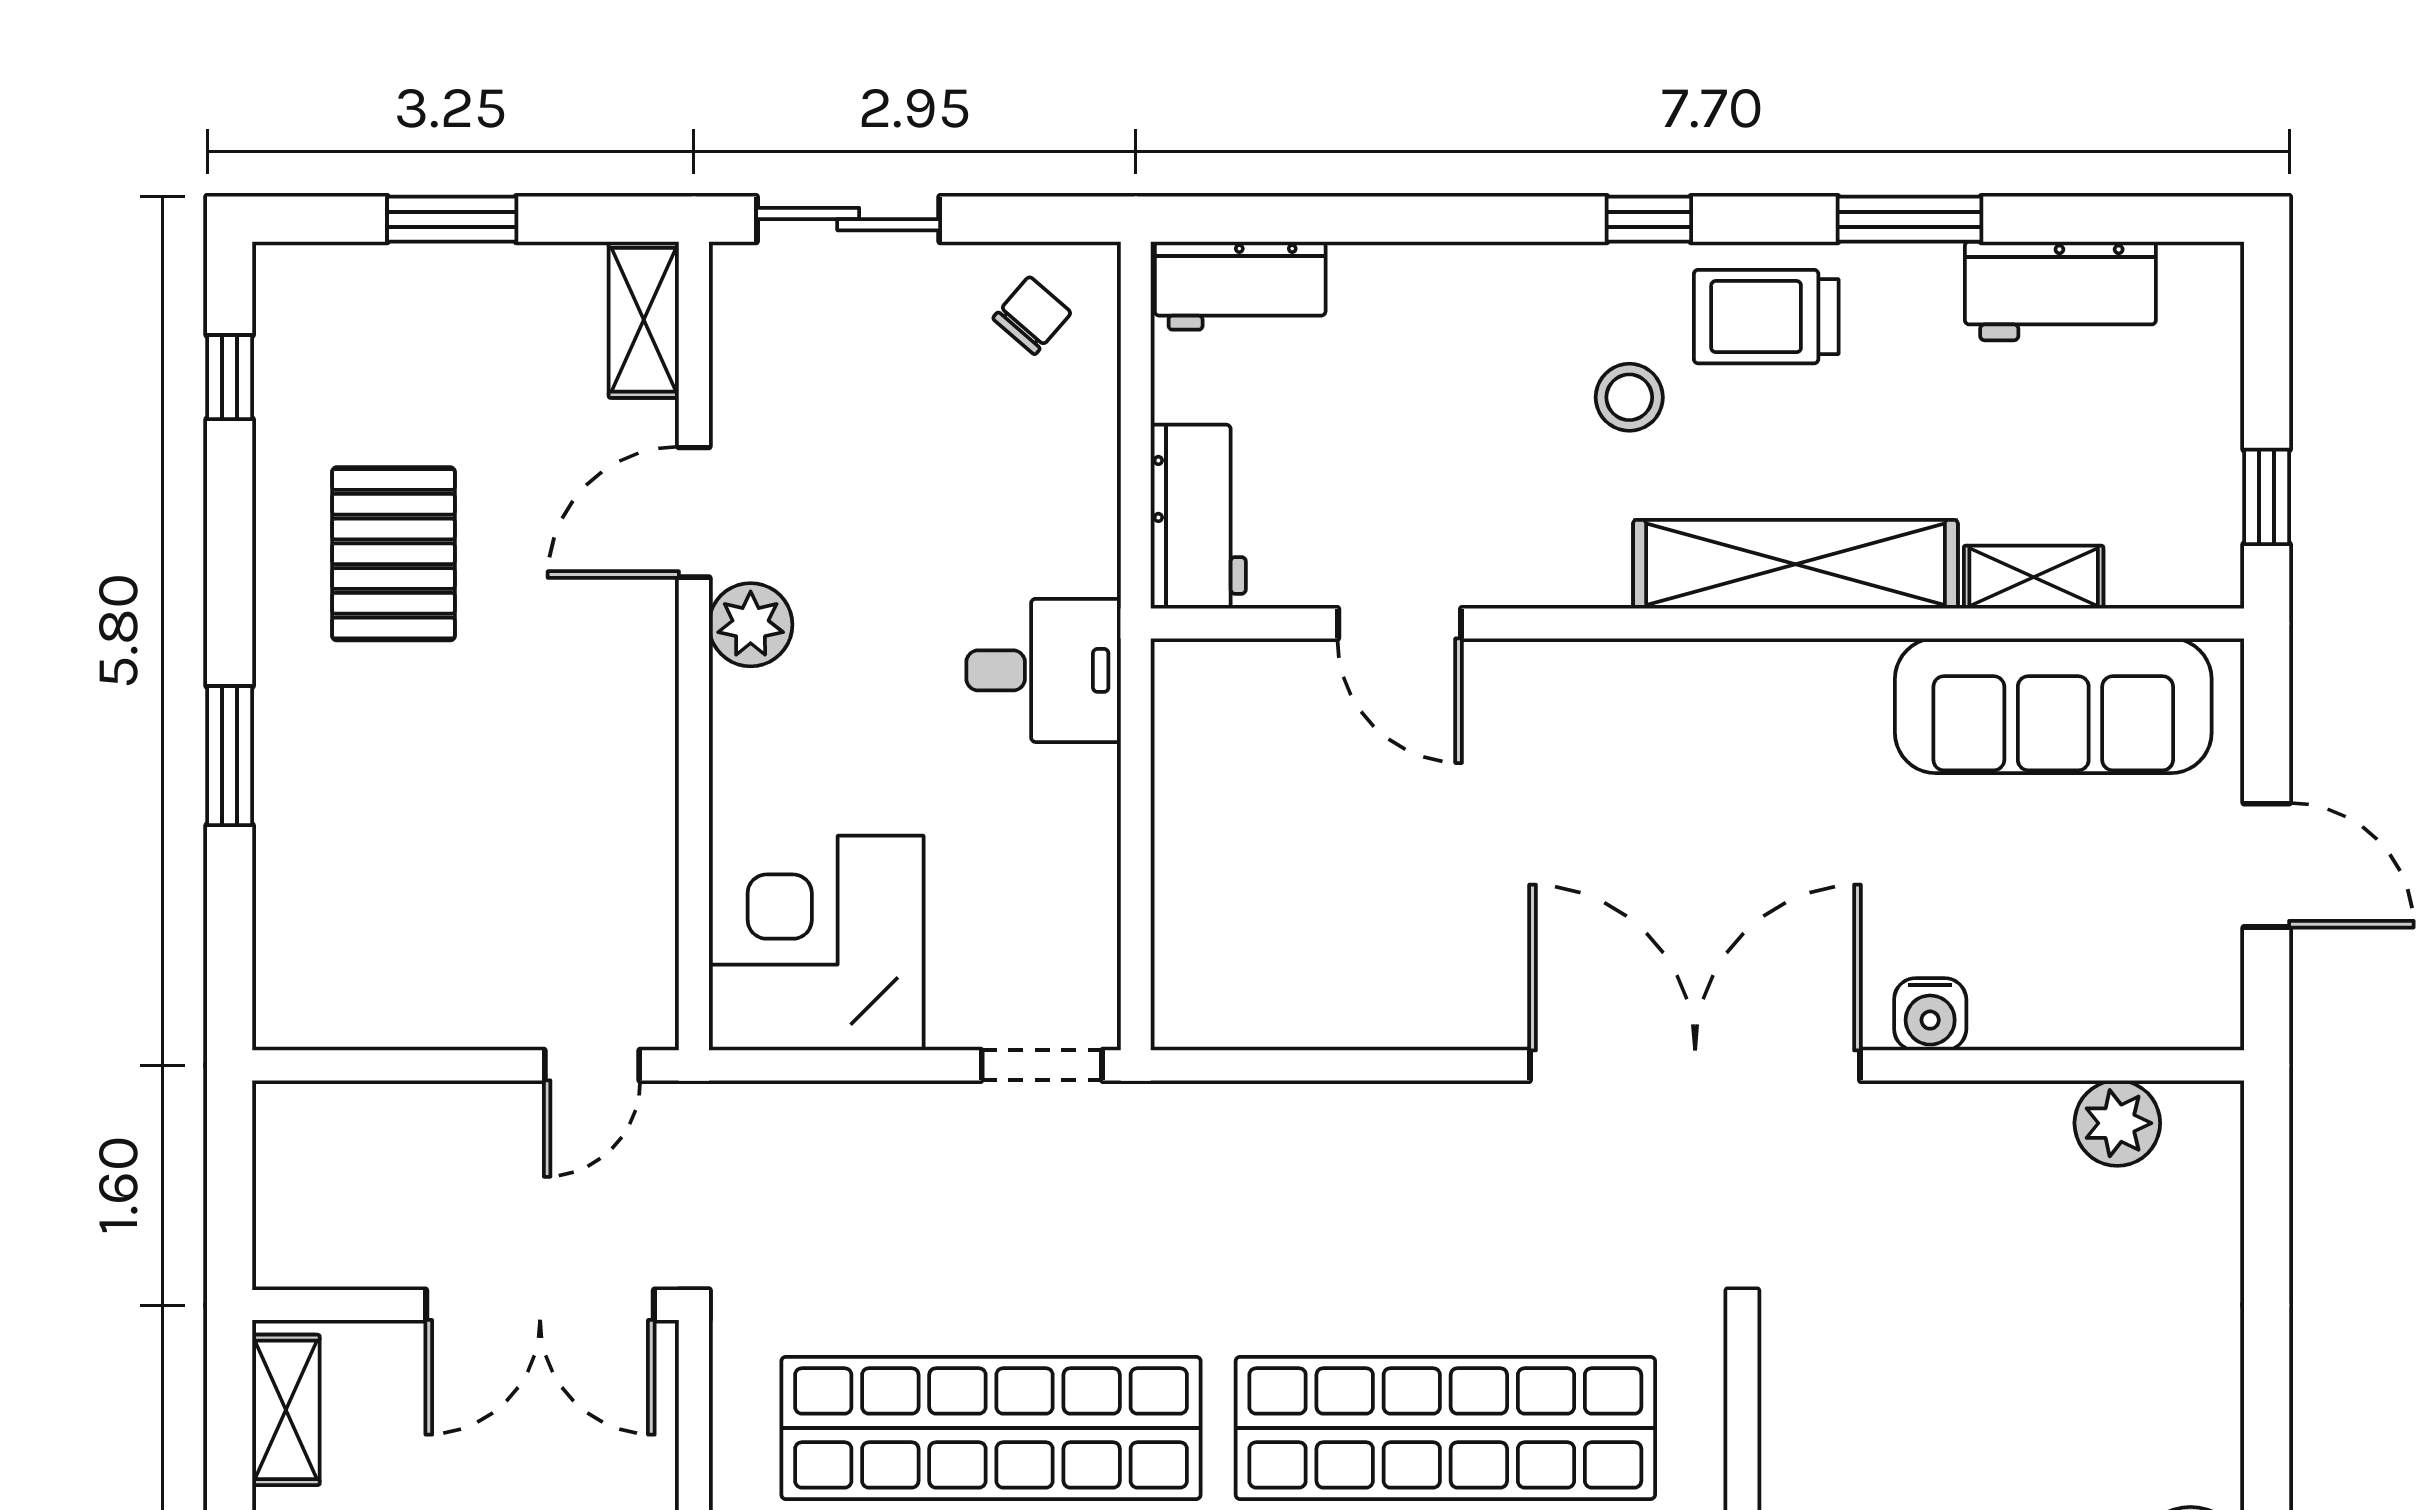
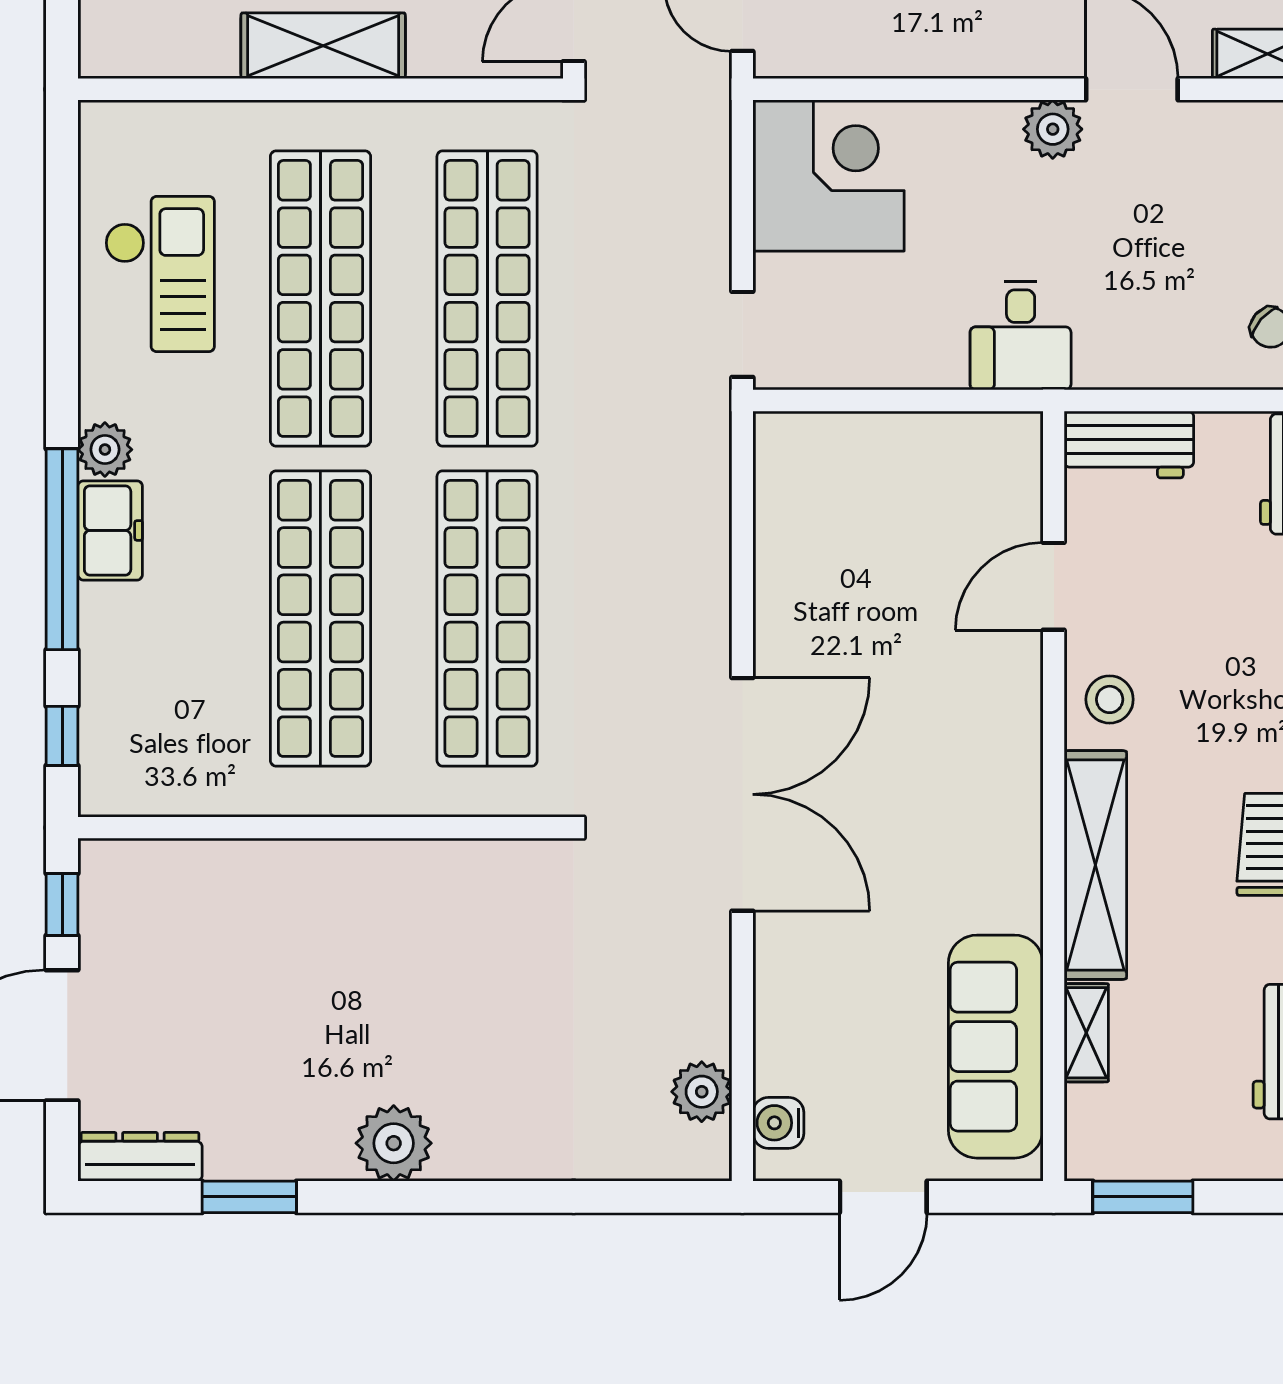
stool: (1629, 397) -> (1110, 699), moved
window: (2267, 497) -> (1143, 1197), width x1.50
water cooler: (1930, 1014) -> (778, 1123), moved

